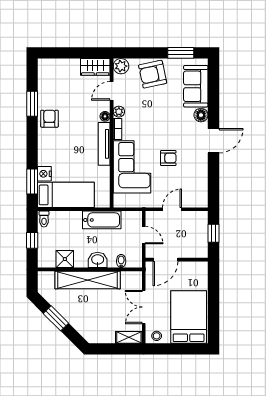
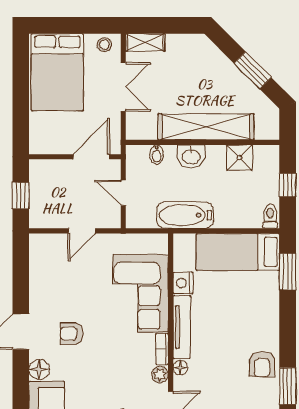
armchair: (168, 158) -> (72, 334), moved
nightstand: (44, 174) -> (183, 283), moved, turned 180

